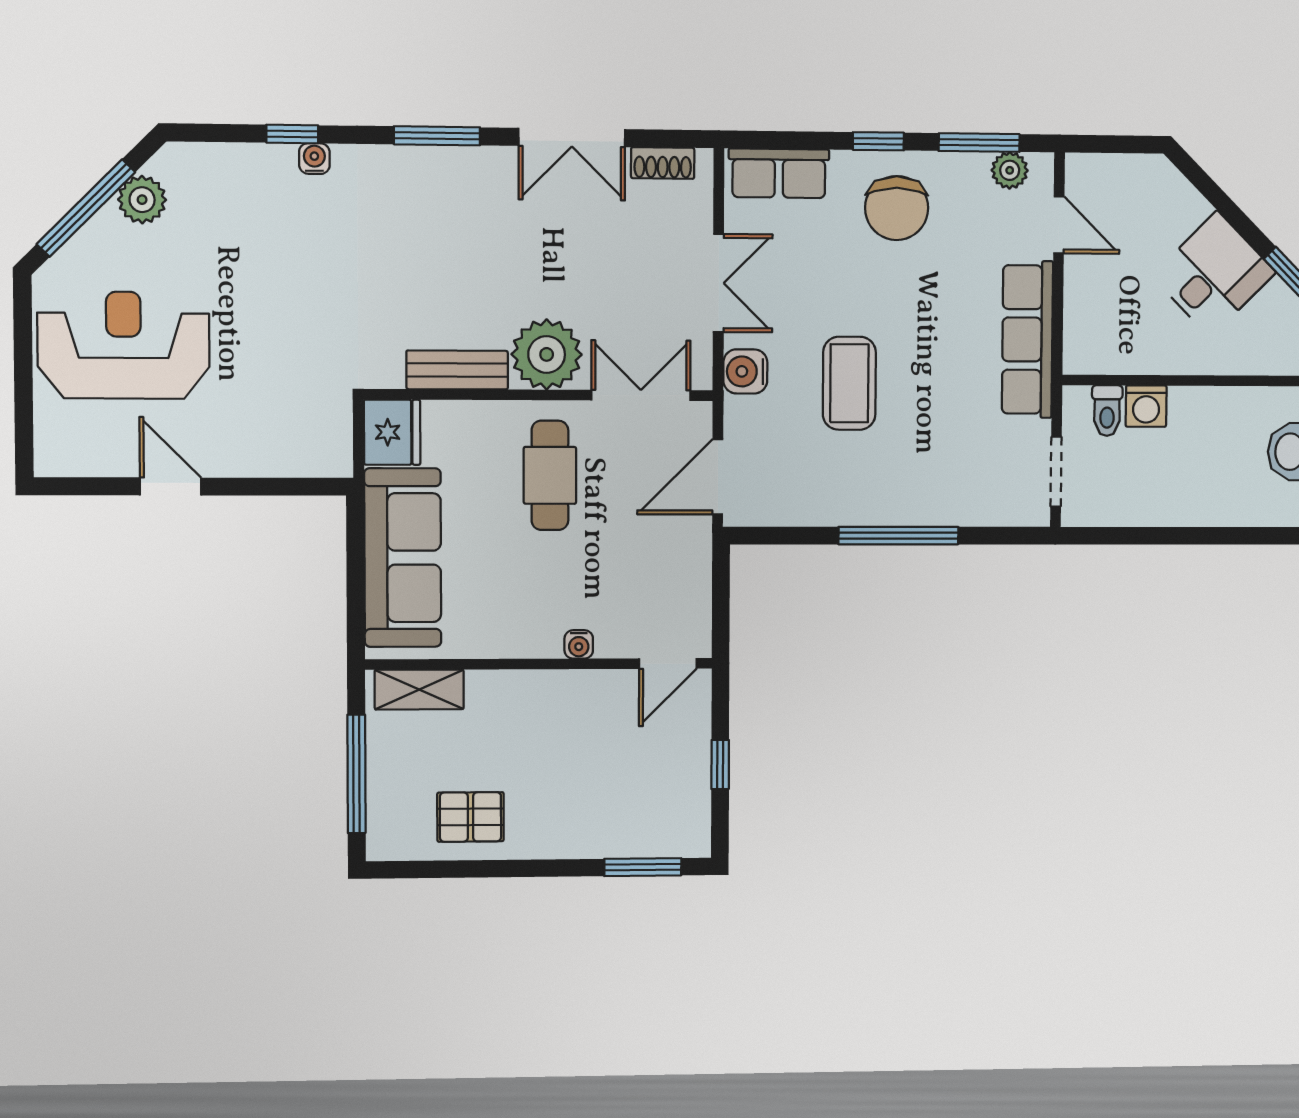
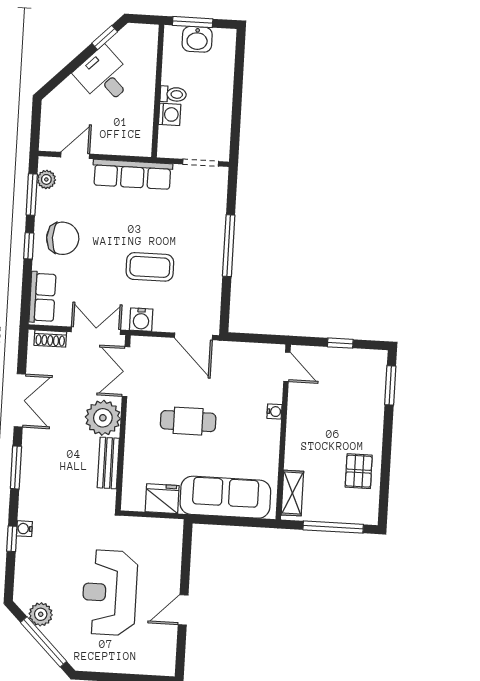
shoe rack: (663, 163) -> (50, 339), moved, turned 90
reception desk: (124, 345) -> (110, 593), moved
plant: (547, 354) -> (103, 418), moved
bench: (457, 370) -> (108, 463), moved
wall: (539, 395) -> (123, 423), moved
double door: (641, 395) -> (126, 372), moved
toilet: (1107, 411) -> (173, 94), moved

